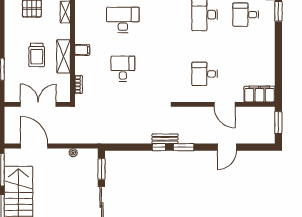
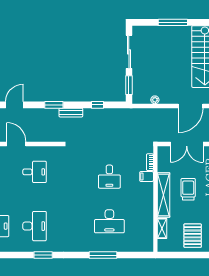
filing cabinet: (82, 50) -> (147, 177), moved
shelving: (64, 56) -> (164, 195), width x1.47
door: (34, 146) -> (190, 106), hinge flipped
window: (159, 147) -> (98, 105), moved

